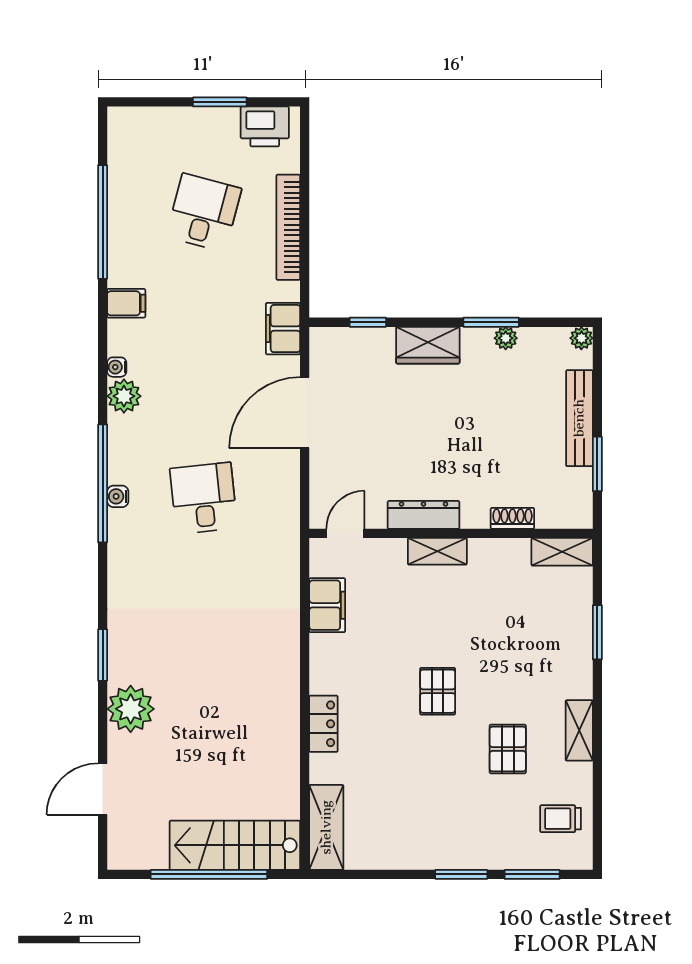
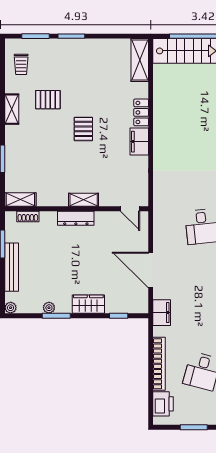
printer: (265, 126) -> (163, 404), moved, turned 90
door: (305, 413) -> (151, 270), swing flipped
dresser: (423, 515) -> (76, 218), moved
shoe rack: (512, 518) -> (28, 216), moved
door: (345, 533) -> (130, 209), hinge flipped
filing cabinet: (327, 605) -> (139, 142), moved
pallet: (508, 749) -> (48, 100), turned 90
trolley: (561, 819) -> (21, 64), turned 90

